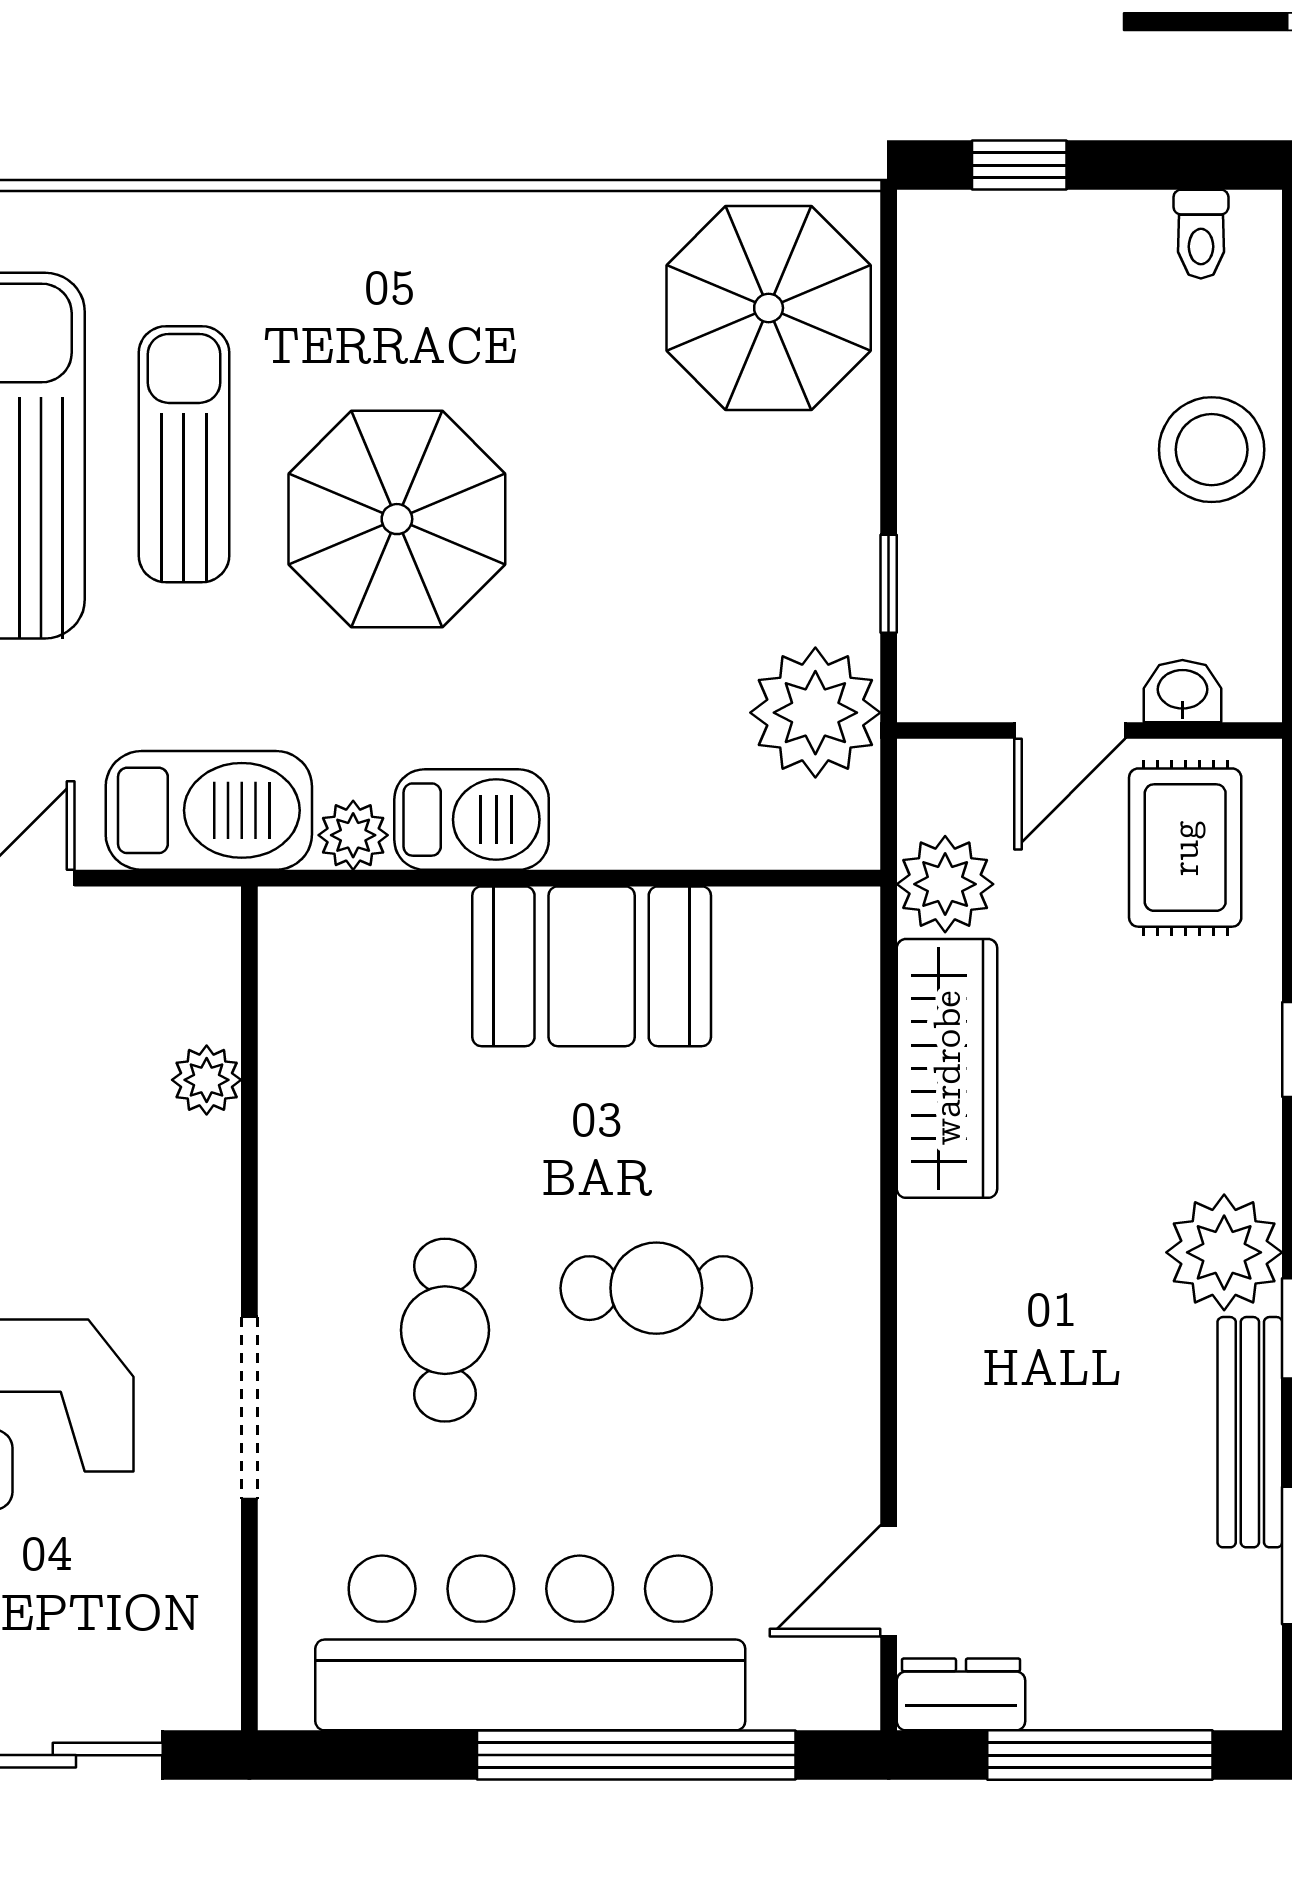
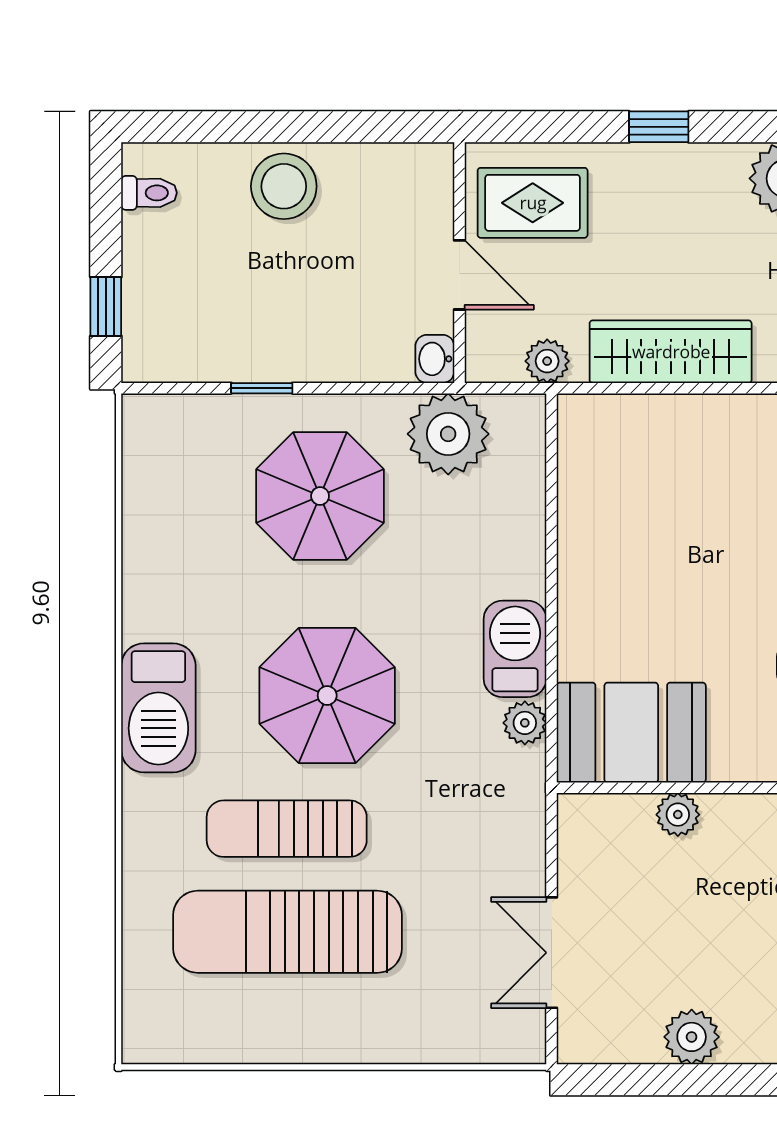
parasol: (769, 308) -> (320, 496), moved
window: (889, 584) -> (262, 388), moved
washbasin: (1182, 691) -> (435, 359), moved
barbecue: (209, 810) -> (158, 708), moved, turned 180
plant: (945, 884) -> (547, 361), width x0.73, depth x0.73
booth: (592, 966) -> (631, 733), moved, turned 90

